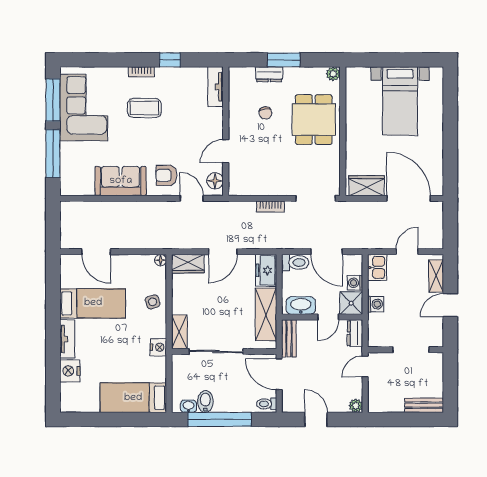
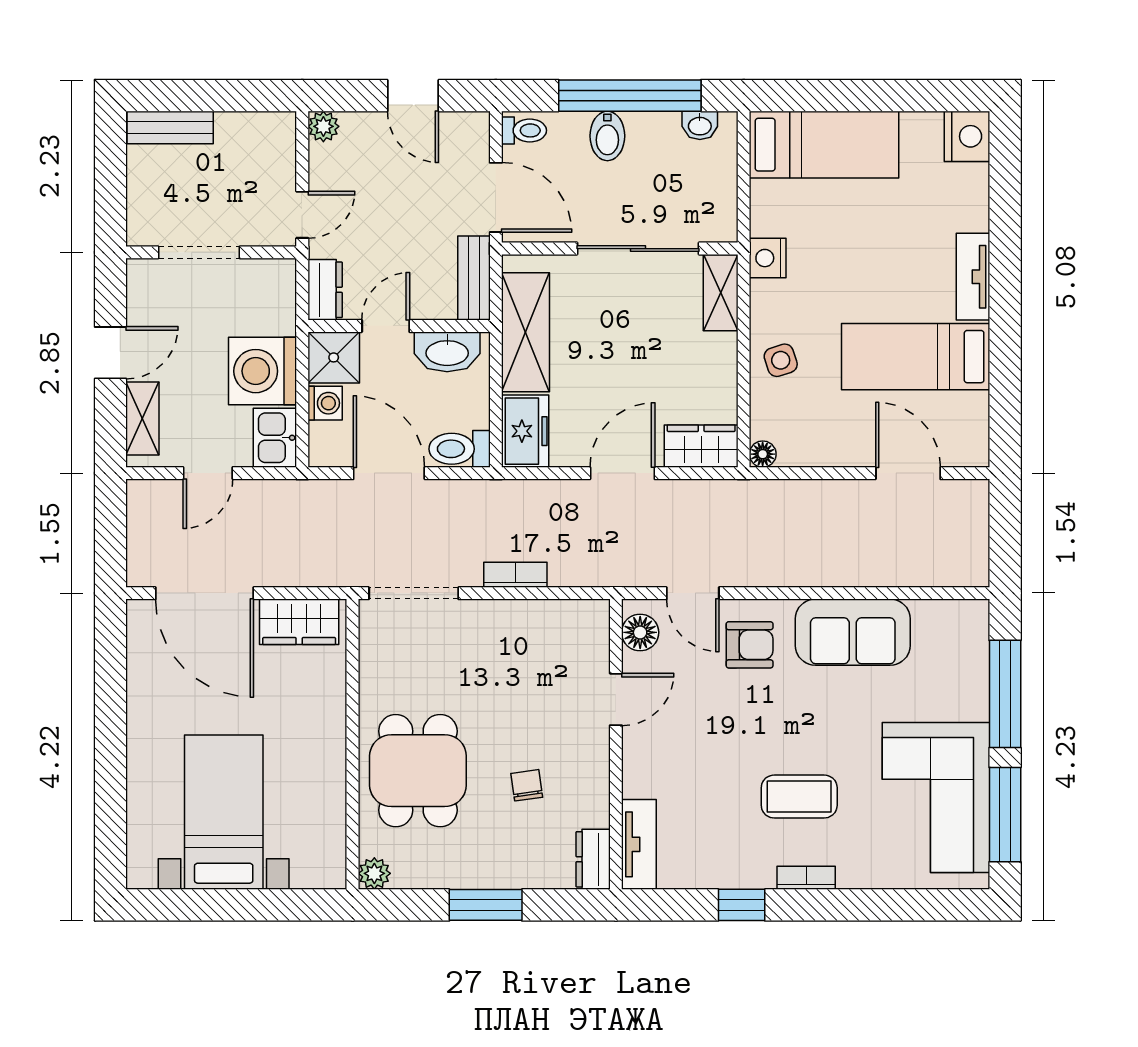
dresser: (269, 74) -> (593, 859), moved, turned -90
washing machine: (376, 304) -> (262, 371), width x1.89, depth x1.89
nightstand: (70, 371) -> (967, 136), moved
bidet: (205, 402) -> (607, 136), moved

